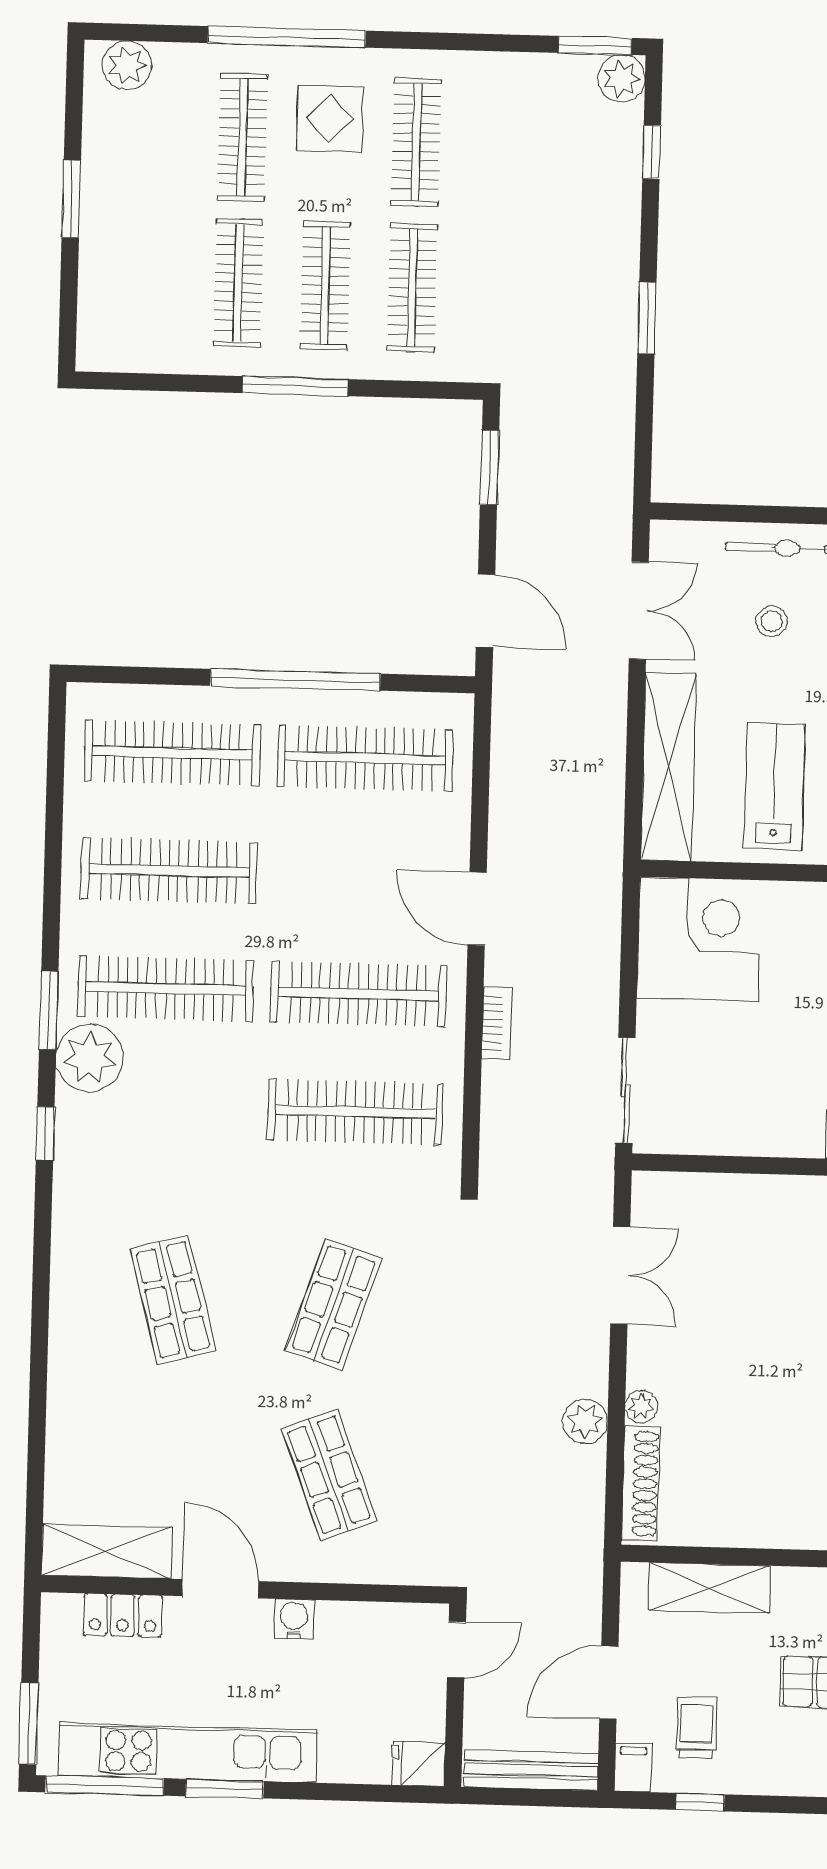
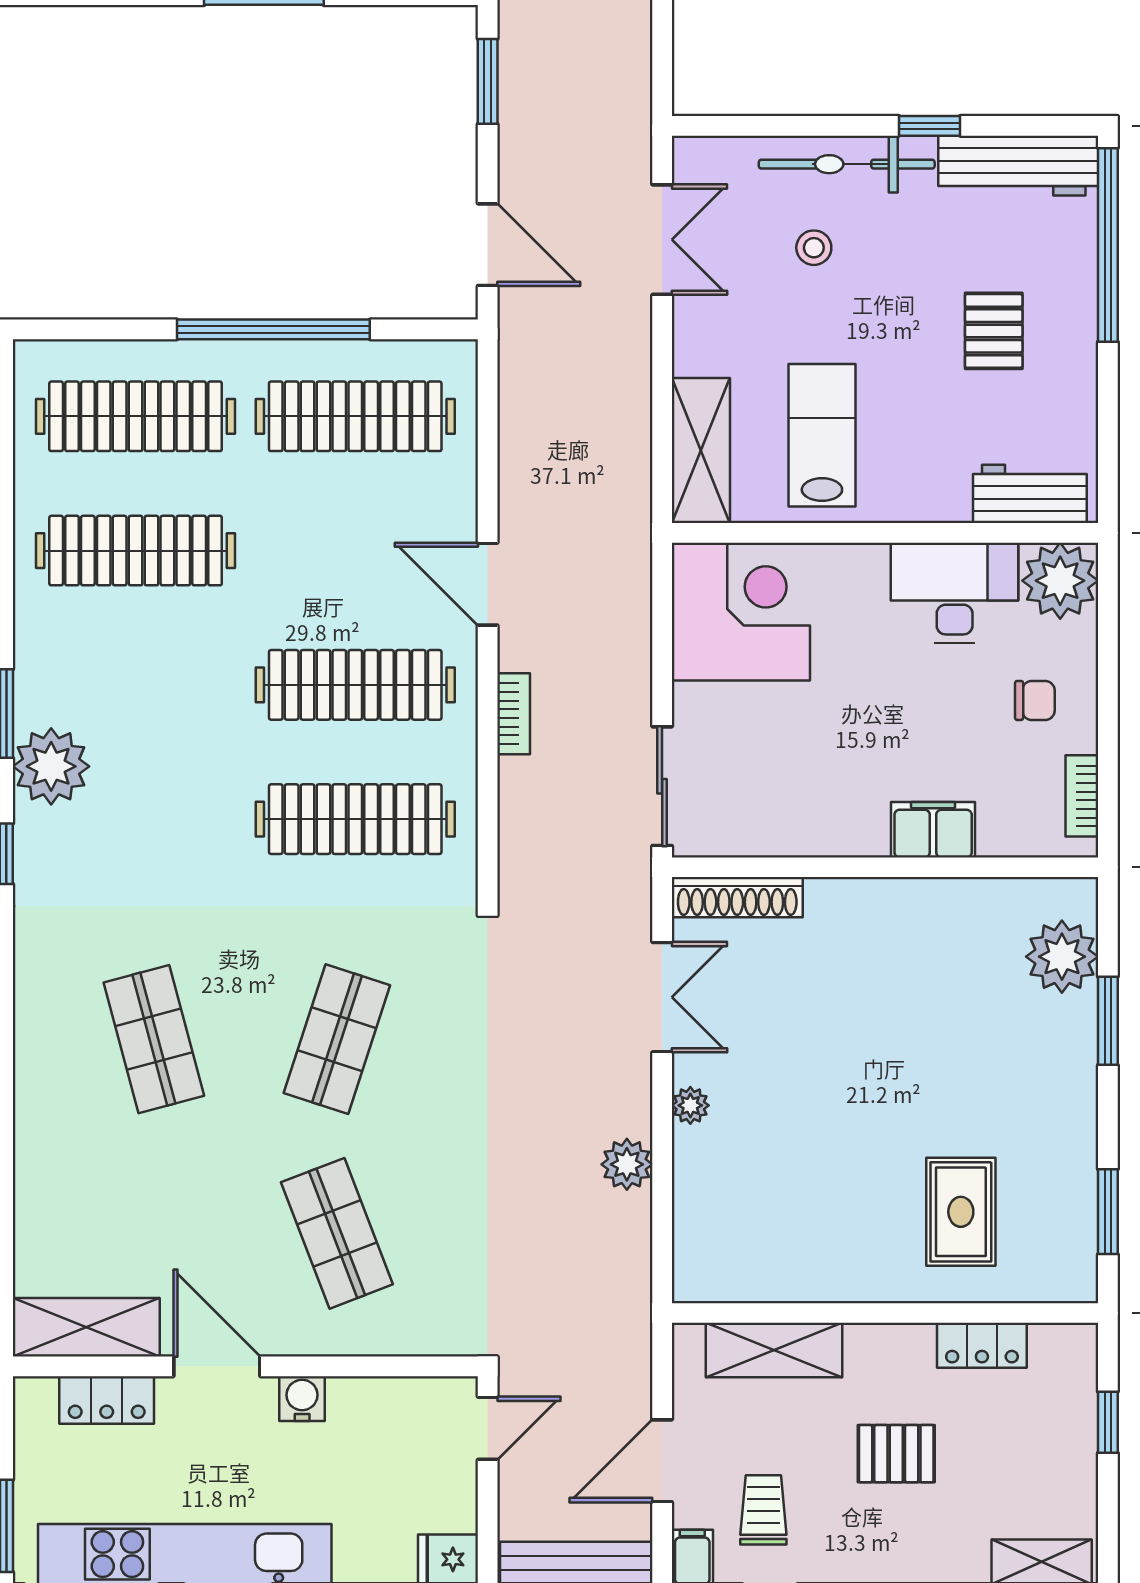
shelving: (668, 767) -> (701, 451), width x0.68
clothes rail: (166, 988) -> (136, 685), removed
plant: (641, 1406) -> (690, 1105), moved
shoe rack: (641, 1484) -> (737, 897), moved, turned 90

